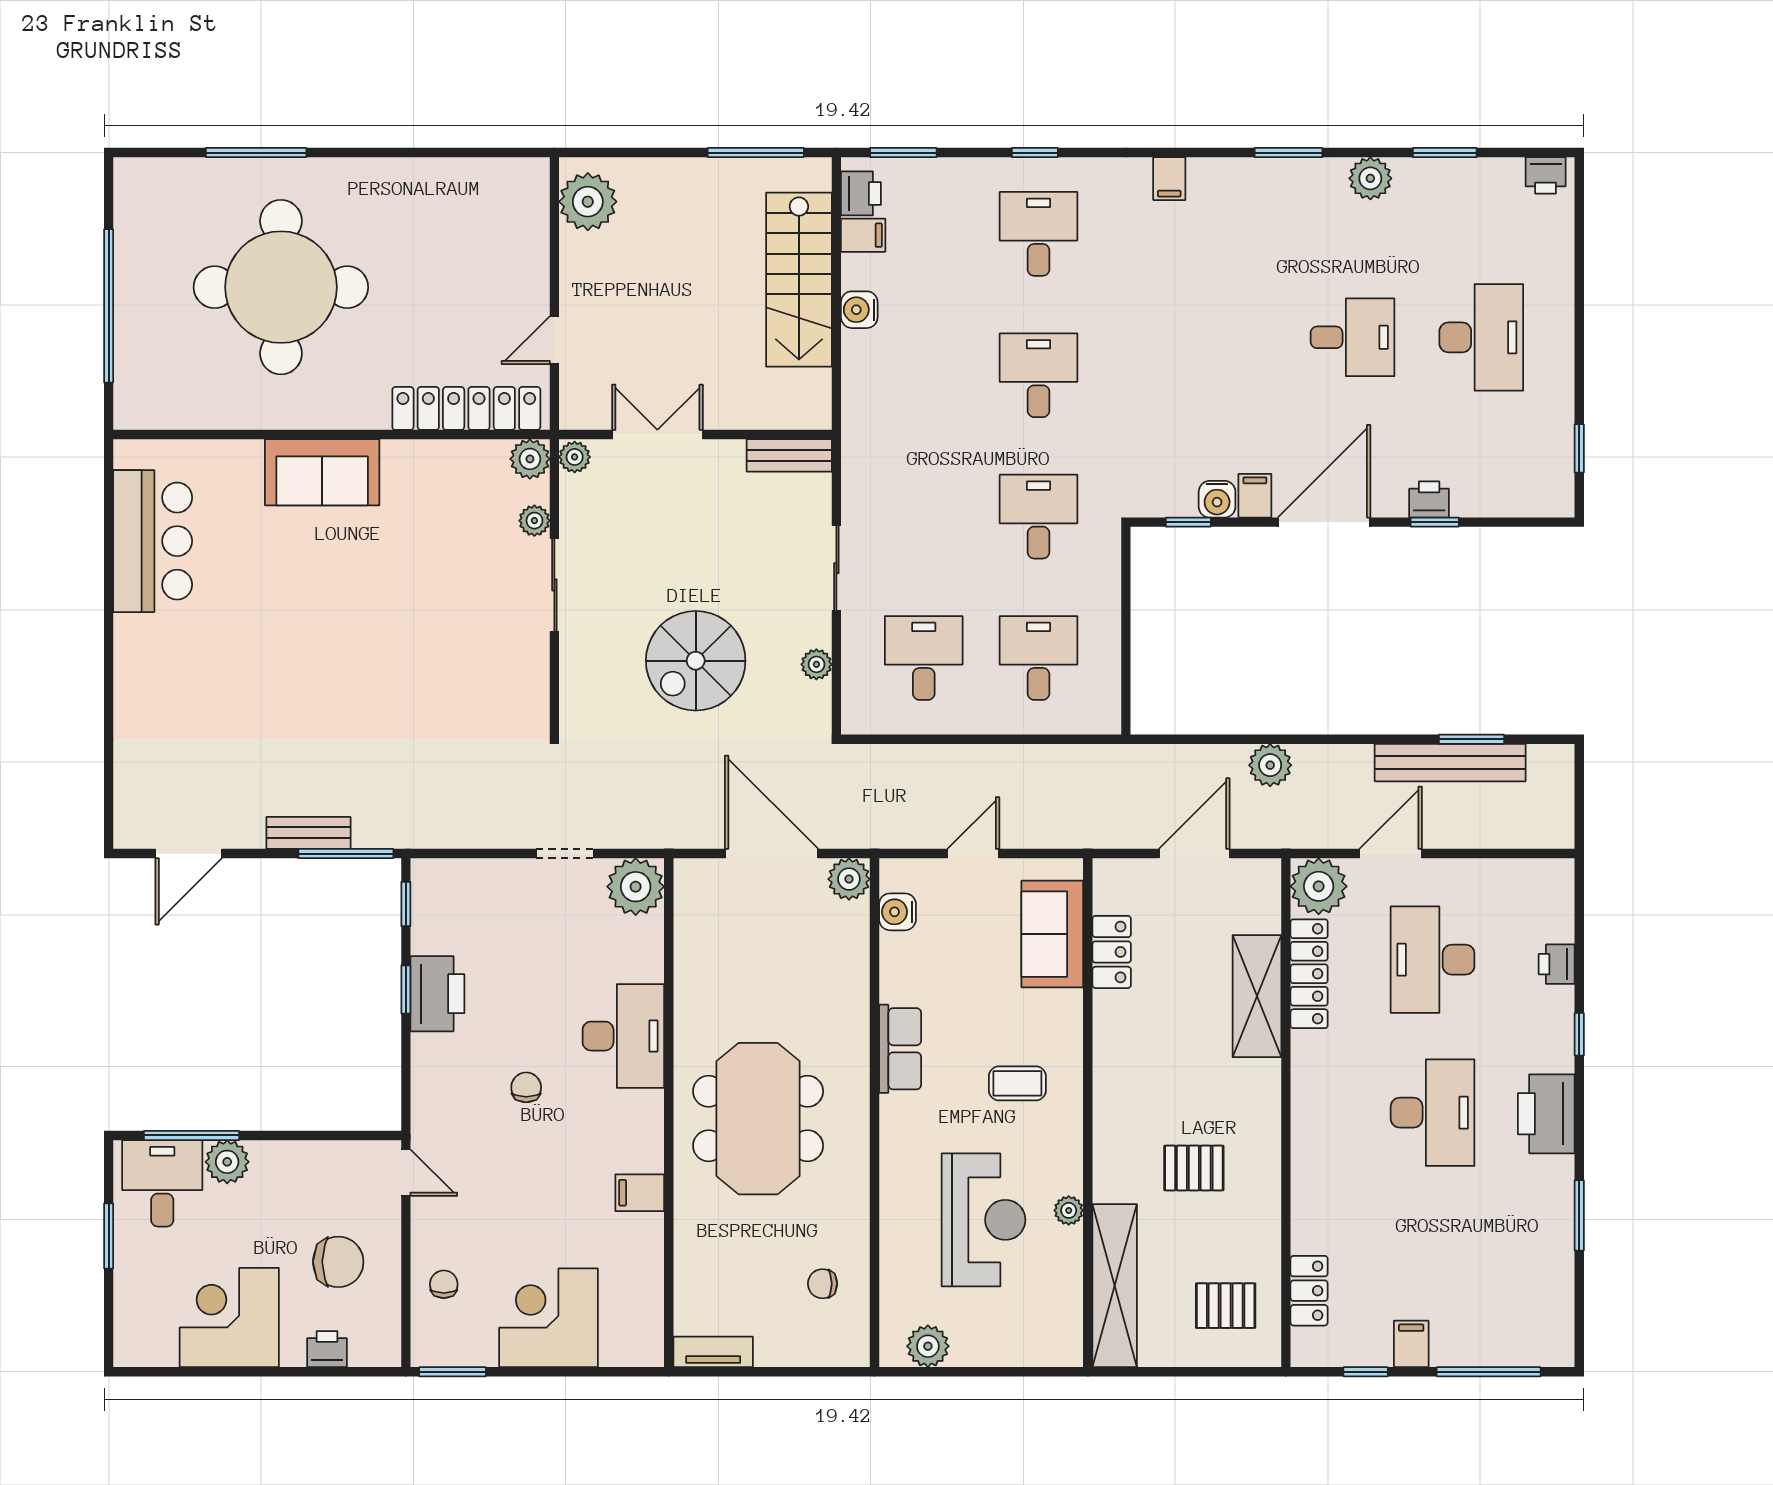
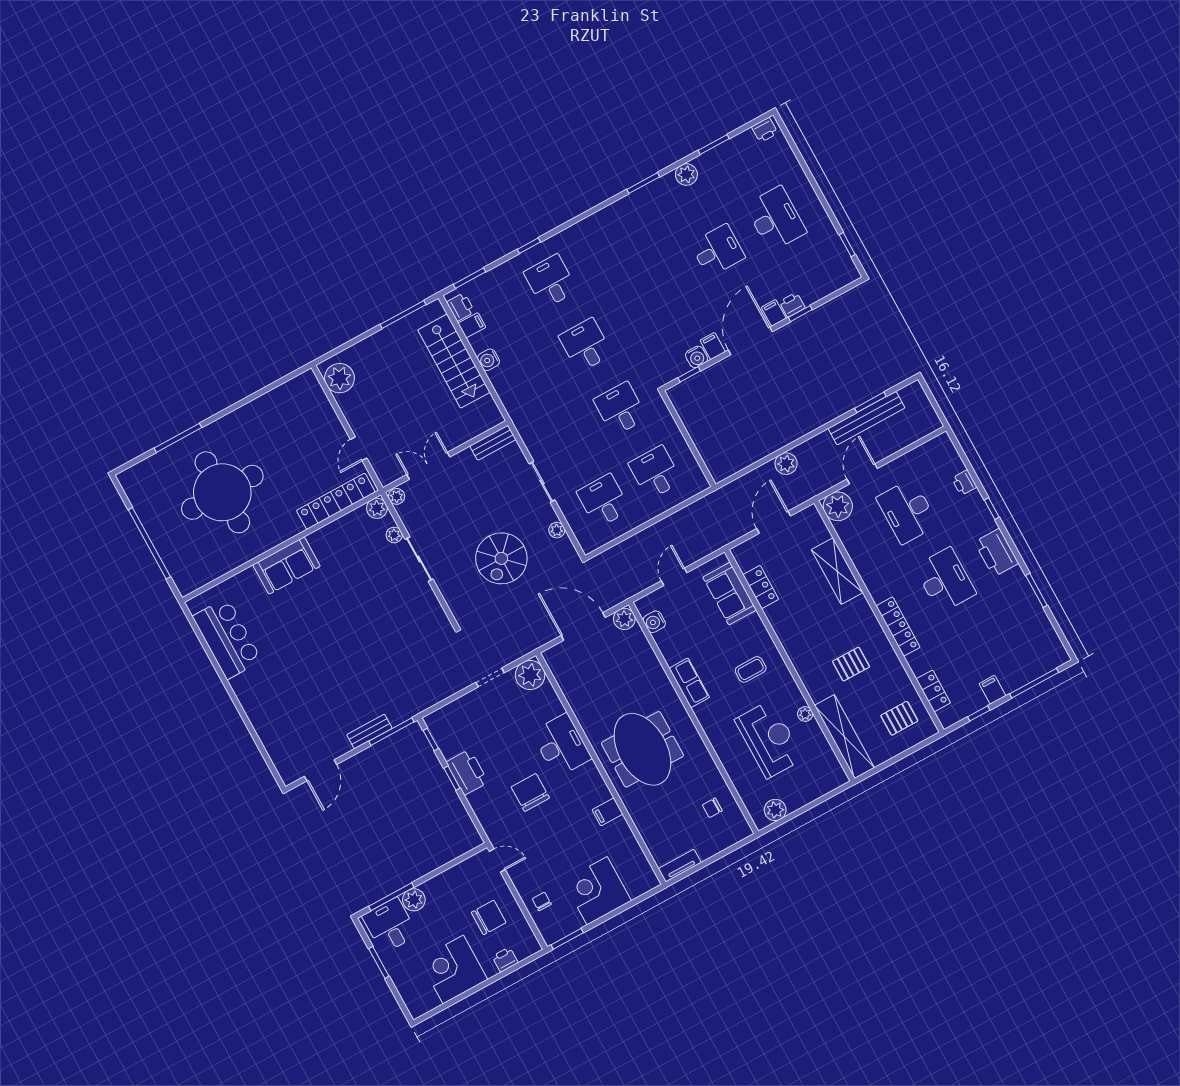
filing cabinet: (1169, 179) -> (774, 313), moved, turned 180
locker: (1309, 974) -> (898, 627), moved
chair: (526, 1087) -> (530, 792), width x1.87, depth x1.87

